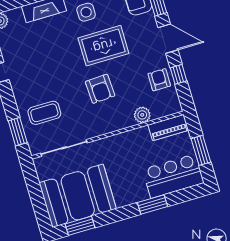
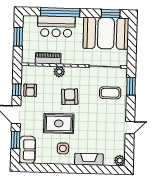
plant: (142, 115) -> (59, 72), moved
piano: (168, 128) -> (48, 58), moved
bar counter: (173, 176) -> (56, 26), moved
window: (152, 204) -> (60, 12), width x2.11

